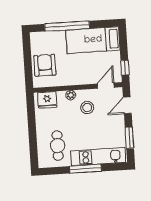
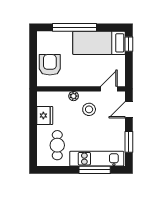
window: (125, 68) -> (129, 44), moved
fridge: (47, 100) -> (45, 116), moved, turned -90
window: (86, 169) -> (95, 170), moved

